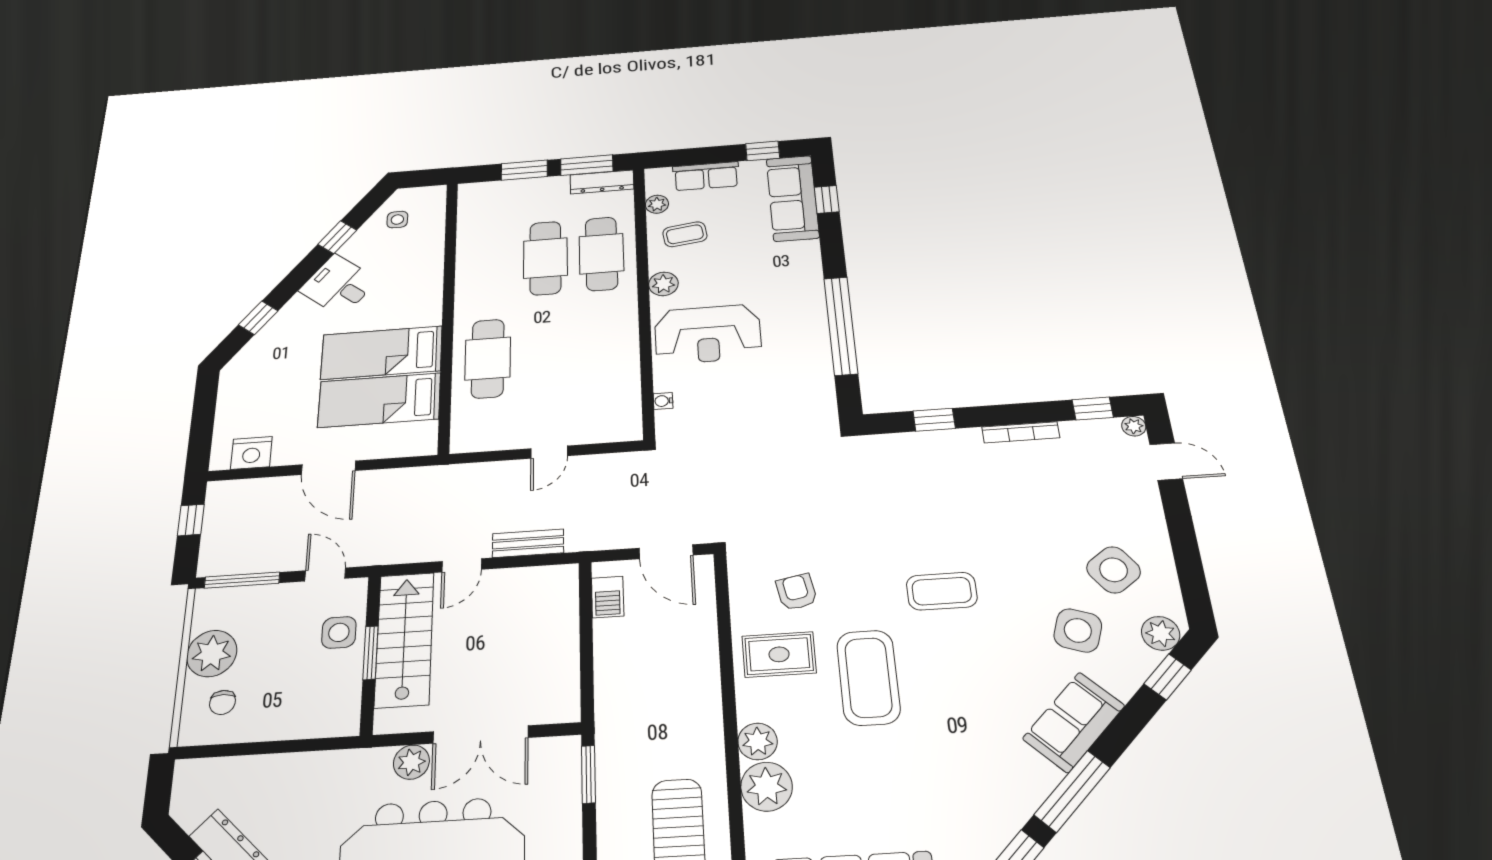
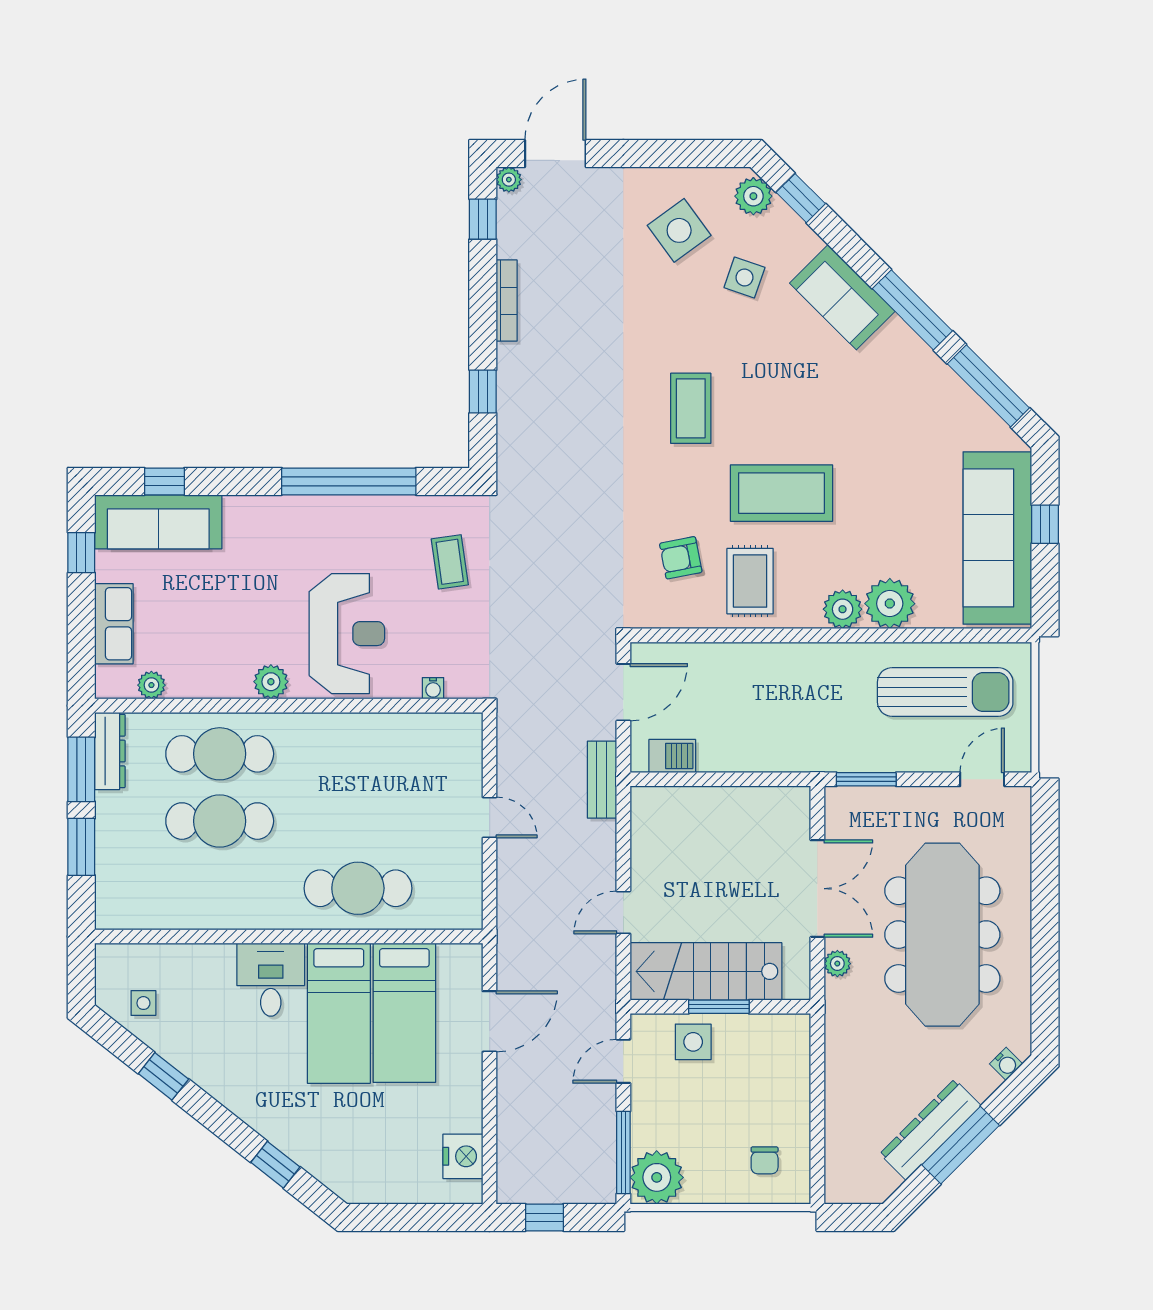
coffee table: (685, 234) -> (450, 562), moved
desk: (339, 285) -> (271, 980), moved, turned 142
door: (1166, 462) -> (555, 154), width x1.38
door: (329, 468) -> (490, 1021), moved
bench: (528, 543) -> (602, 780), moved
door: (462, 565) -> (623, 912), swing flipped
side table: (1078, 630) -> (744, 277), width x0.73, depth x0.73
plant: (212, 654) -> (657, 1177), moved
chair: (222, 702) -> (765, 1160), turned 90
plant: (411, 762) -> (837, 964), width x0.73, depth x0.73

